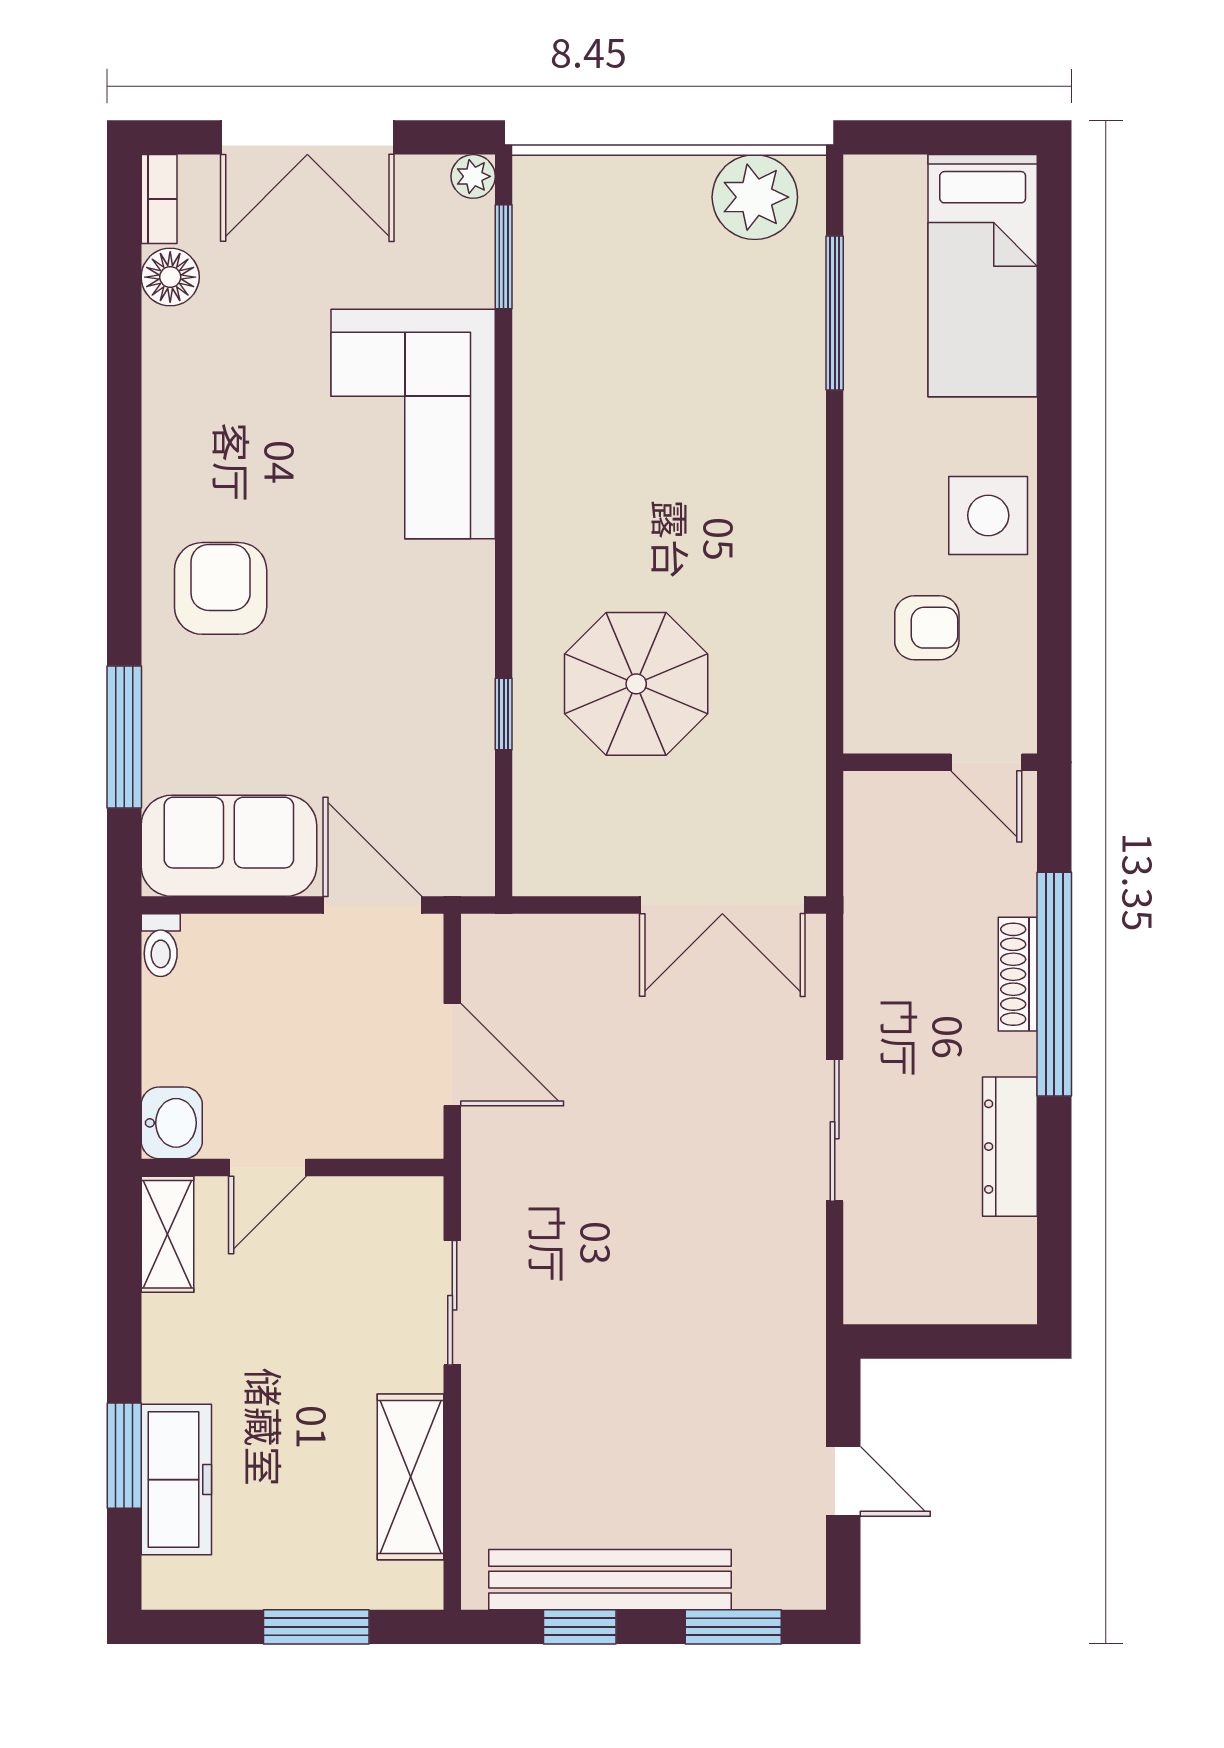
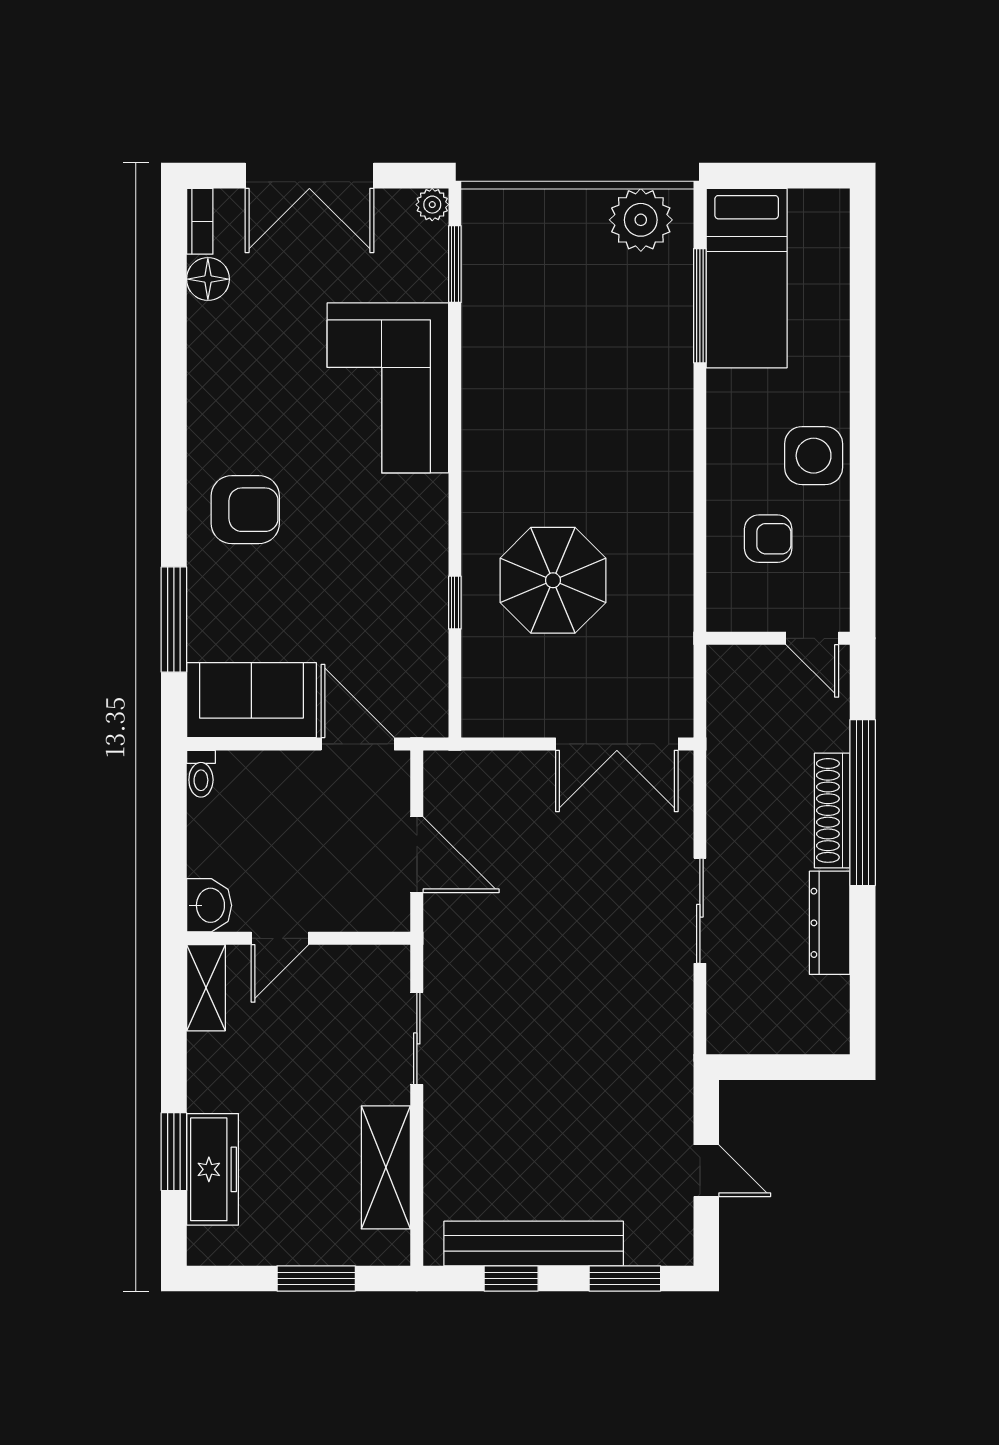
bed: (983, 276) -> (747, 278), moved
armchair: (221, 588) -> (245, 510), turned 90
shoe rack: (1018, 974) -> (832, 810), width x1.36, depth x1.24

